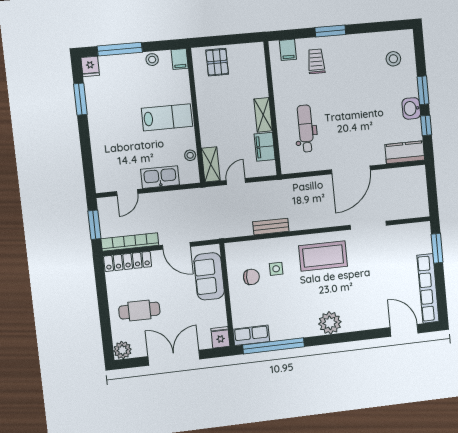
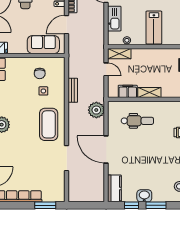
plant: (296, 190) -> (96, 110), added

